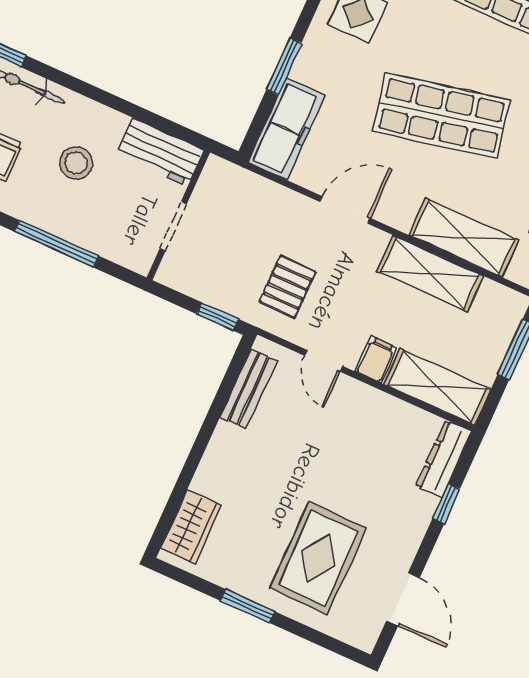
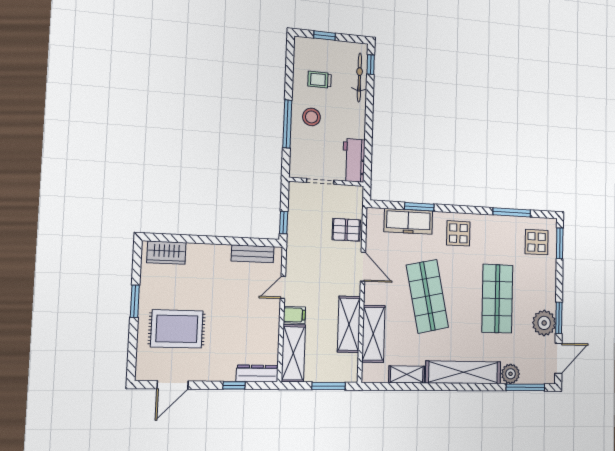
freezer: (286, 129) -> (408, 221), moved
stool: (76, 163) -> (311, 117), moved
pallet: (288, 287) -> (346, 230), moved

